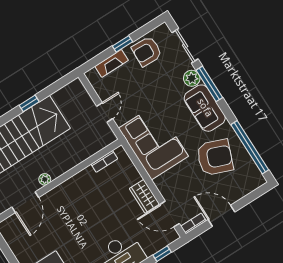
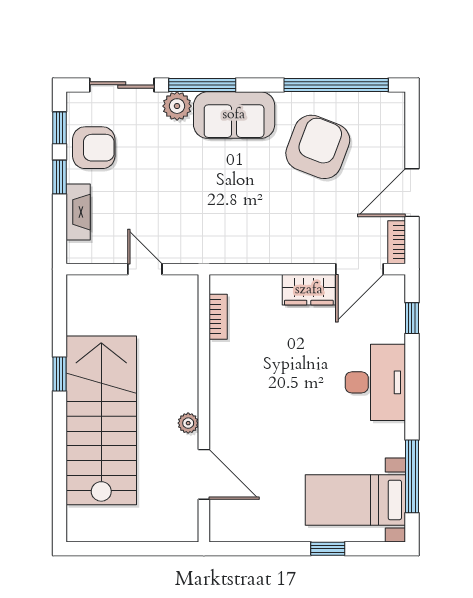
window: (146, 29) -> (59, 128), added
armchair: (147, 51) -> (94, 148), turned -92
corner sofa: (153, 142) -> (236, 225), removed

